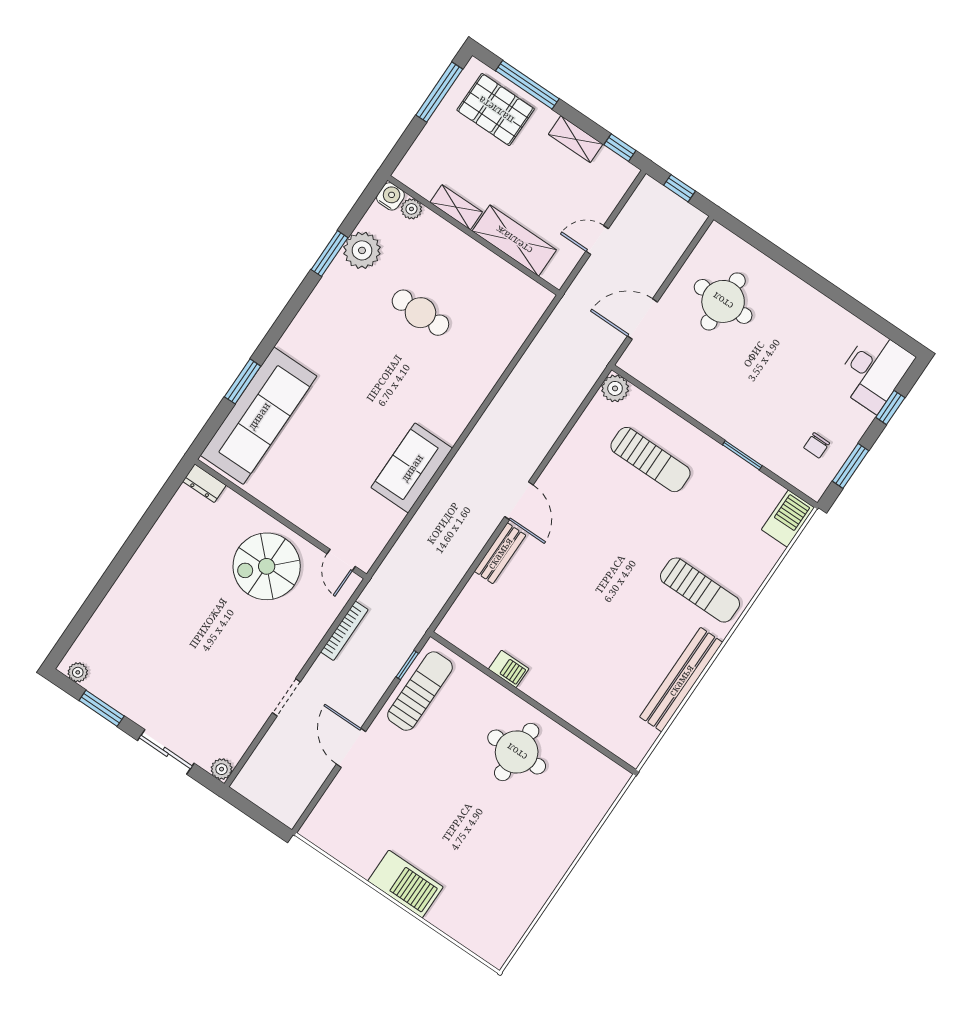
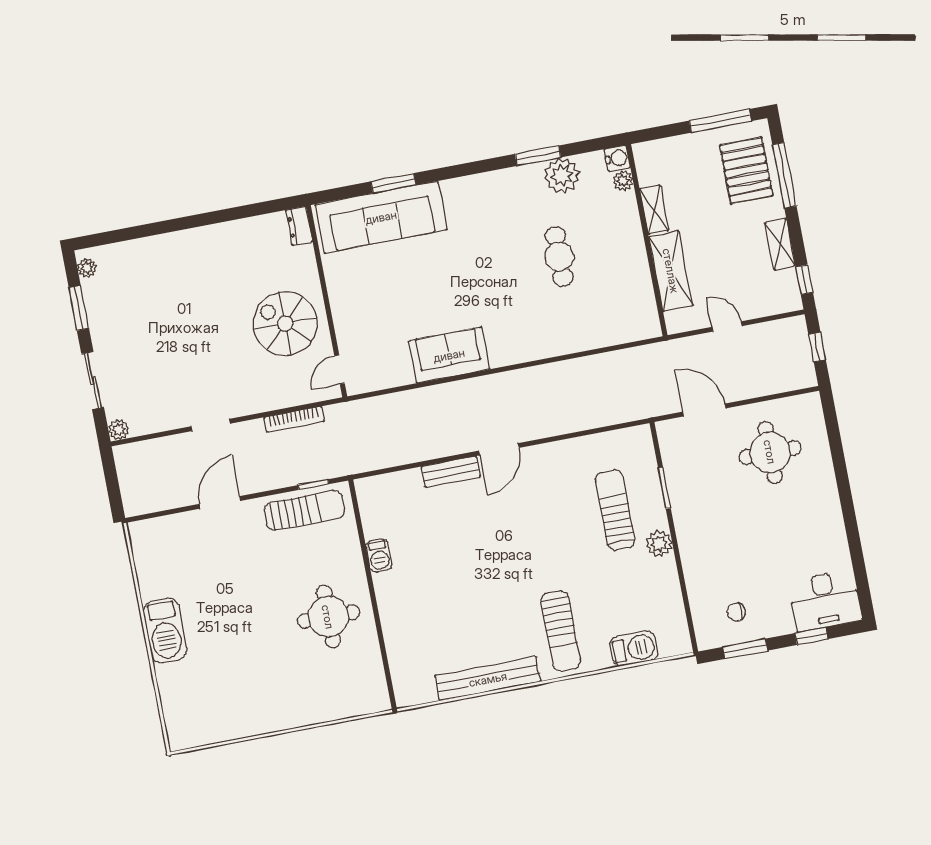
plant: (615, 388) -> (659, 544), moved
window: (742, 455) -> (664, 488), moved
sun lounger: (650, 460) -> (615, 510), turned 180
barbecue: (788, 519) -> (634, 648), moved

